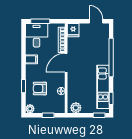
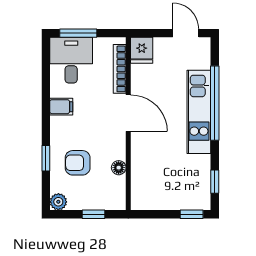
door: (66, 63) -> (128, 113), swing flipped
kitchen unit: (103, 87) -> (199, 112), moved
plant: (76, 108) -> (147, 200), removed

